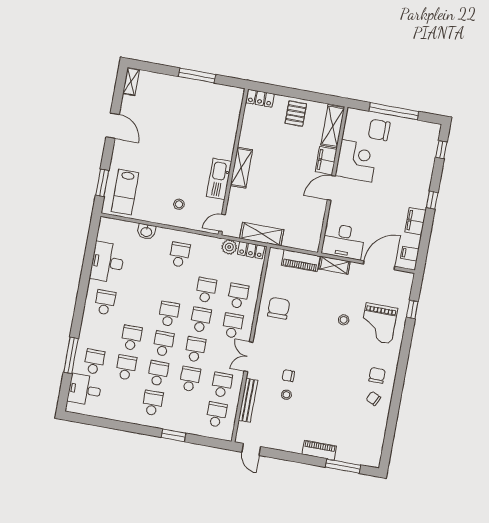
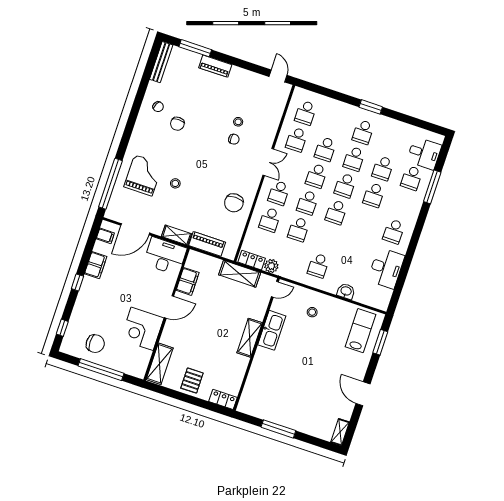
chair: (379, 130) -> (95, 344), moved
filing cabinet: (326, 161) -> (188, 281), moved
window: (412, 310) -> (110, 184), width x3.17
chair: (377, 375) -> (177, 124), moved
bench: (248, 400) -> (161, 62), moved
window: (173, 435) -> (371, 107), moved

